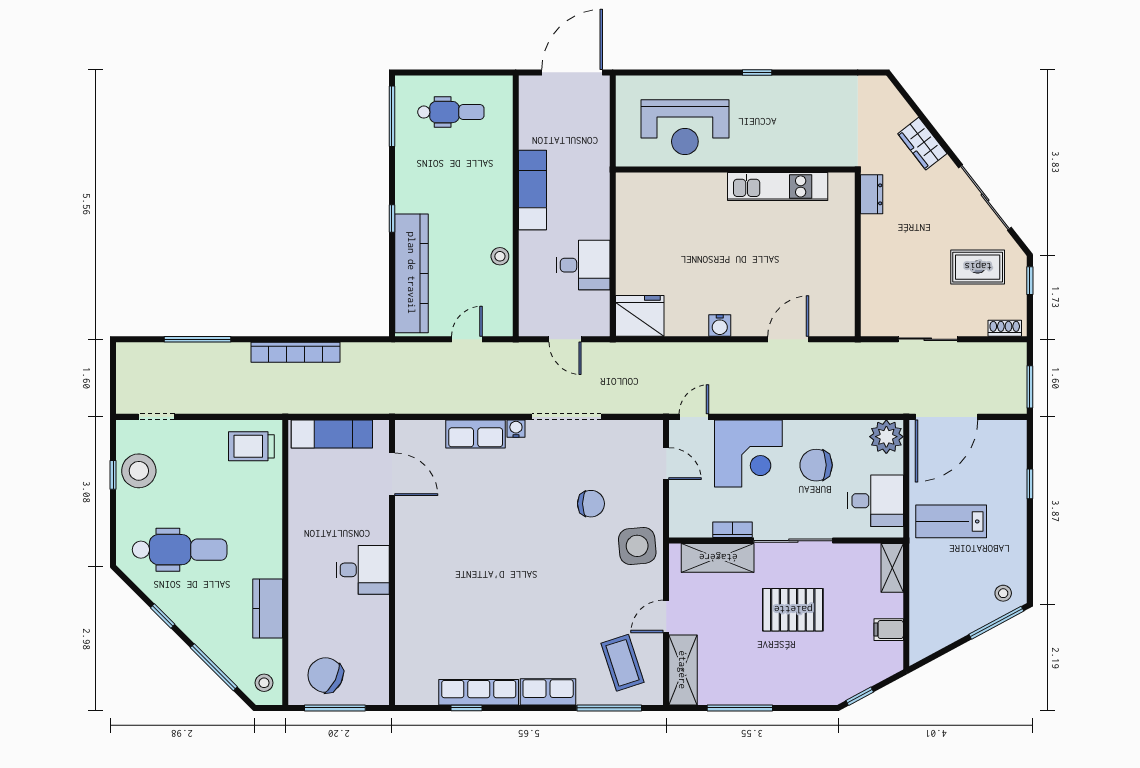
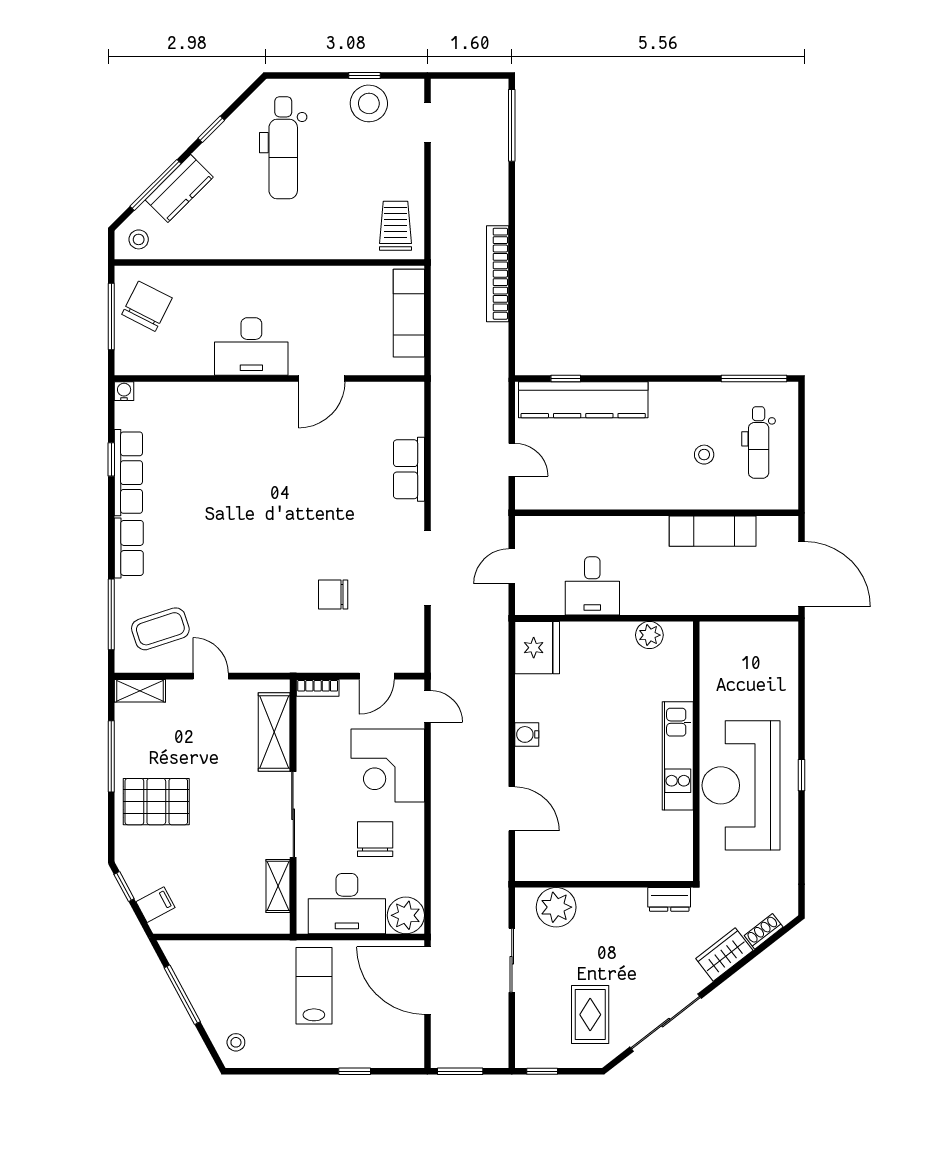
reception desk: (685, 127) -> (741, 785), moved, width x1.36, depth x1.30
kitchen unit: (778, 186) -> (678, 756), moved
exam couch: (533, 190) -> (713, 531), moved
plant: (628, 213) -> (649, 635), added
window: (392, 219) -> (566, 378), moved
stool: (500, 256) -> (704, 455), moved
window: (1030, 281) -> (542, 1071), moved
plant: (879, 298) -> (556, 907), added
shoe rack: (1005, 328) -> (764, 931), moved, turned -128
window: (198, 339) -> (512, 125), moved
water cooler: (516, 429) -> (124, 391), moved, turned -90
door: (392, 474) -> (322, 378), moved
desk: (875, 501) -> (347, 904), width x1.37
chair: (591, 504) -> (333, 595), turned 90
bookcase: (733, 530) -> (318, 688), moved, turned 90
side table: (637, 546) -> (287, 645), removed
shelving: (892, 568) -> (278, 886), moved, turned 90
desk: (363, 570) -> (251, 346), width x1.37
kitchen counter: (268, 609) -> (179, 188), moved, turned 135
pallet: (793, 610) -> (156, 802), moved, turned 90
window: (996, 623) -> (182, 995), moved
filing cabinet: (889, 630) -> (155, 905), moved, turned 62
shelving: (683, 670) -> (140, 691), width x0.67, depth x0.75

